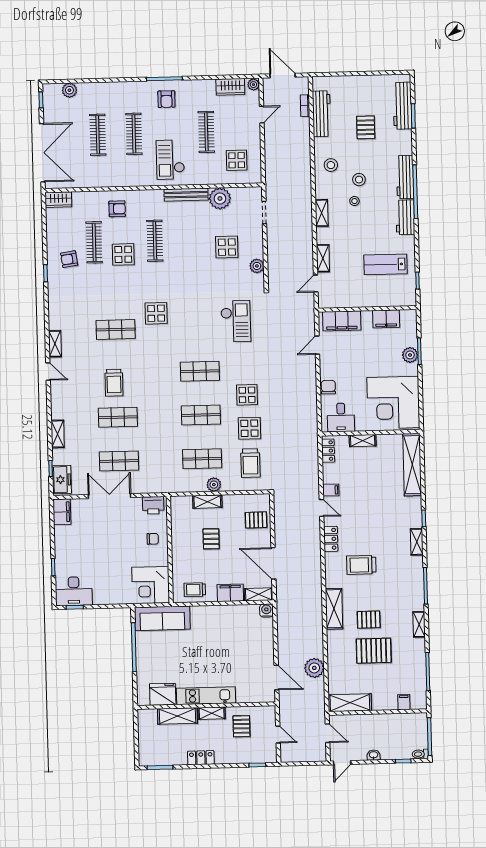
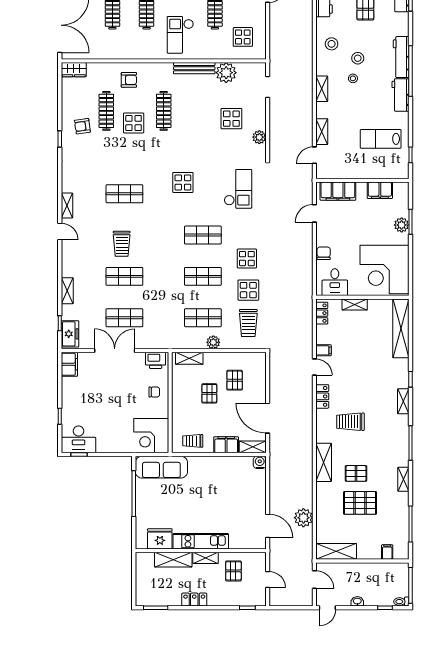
display table: (156, 313) -> (183, 182), moved
shelving: (207, 502) -> (189, 358), moved
pallet: (256, 520) -> (235, 380), moved, turned 90

